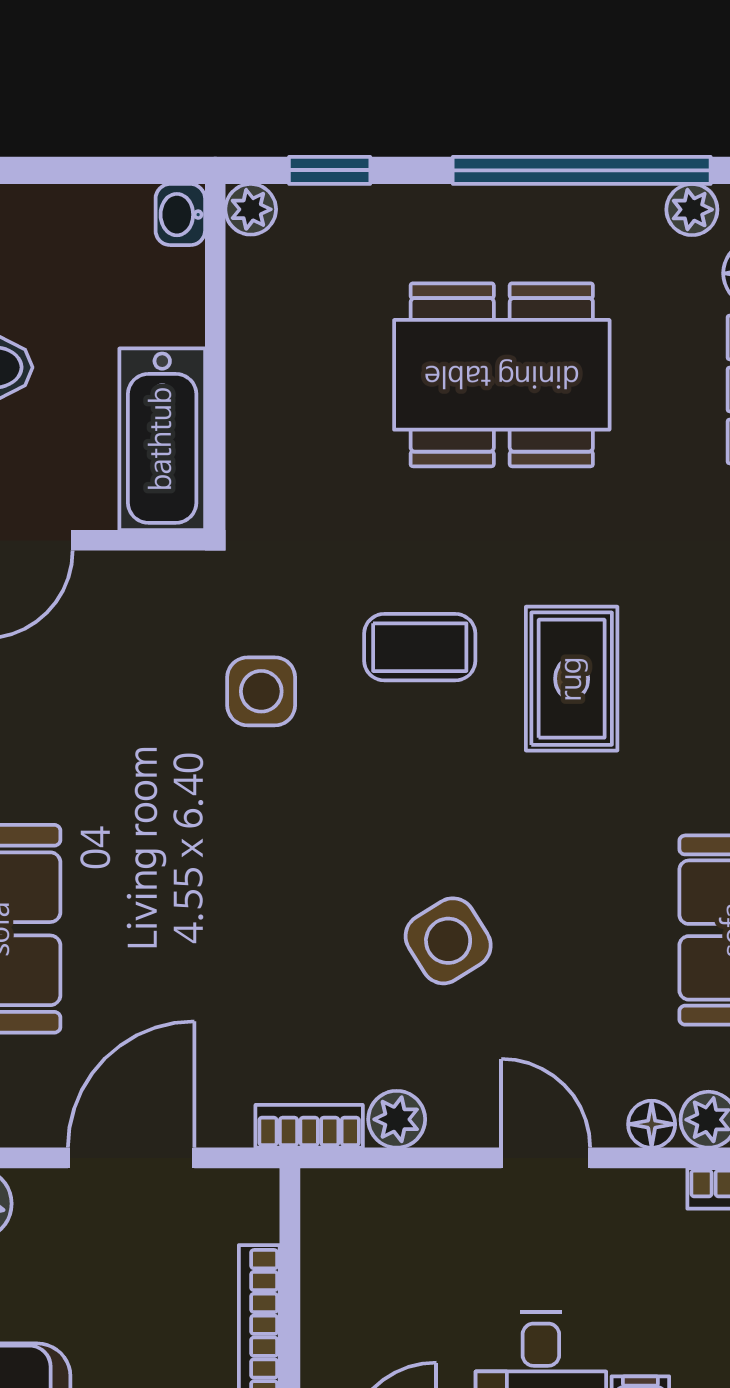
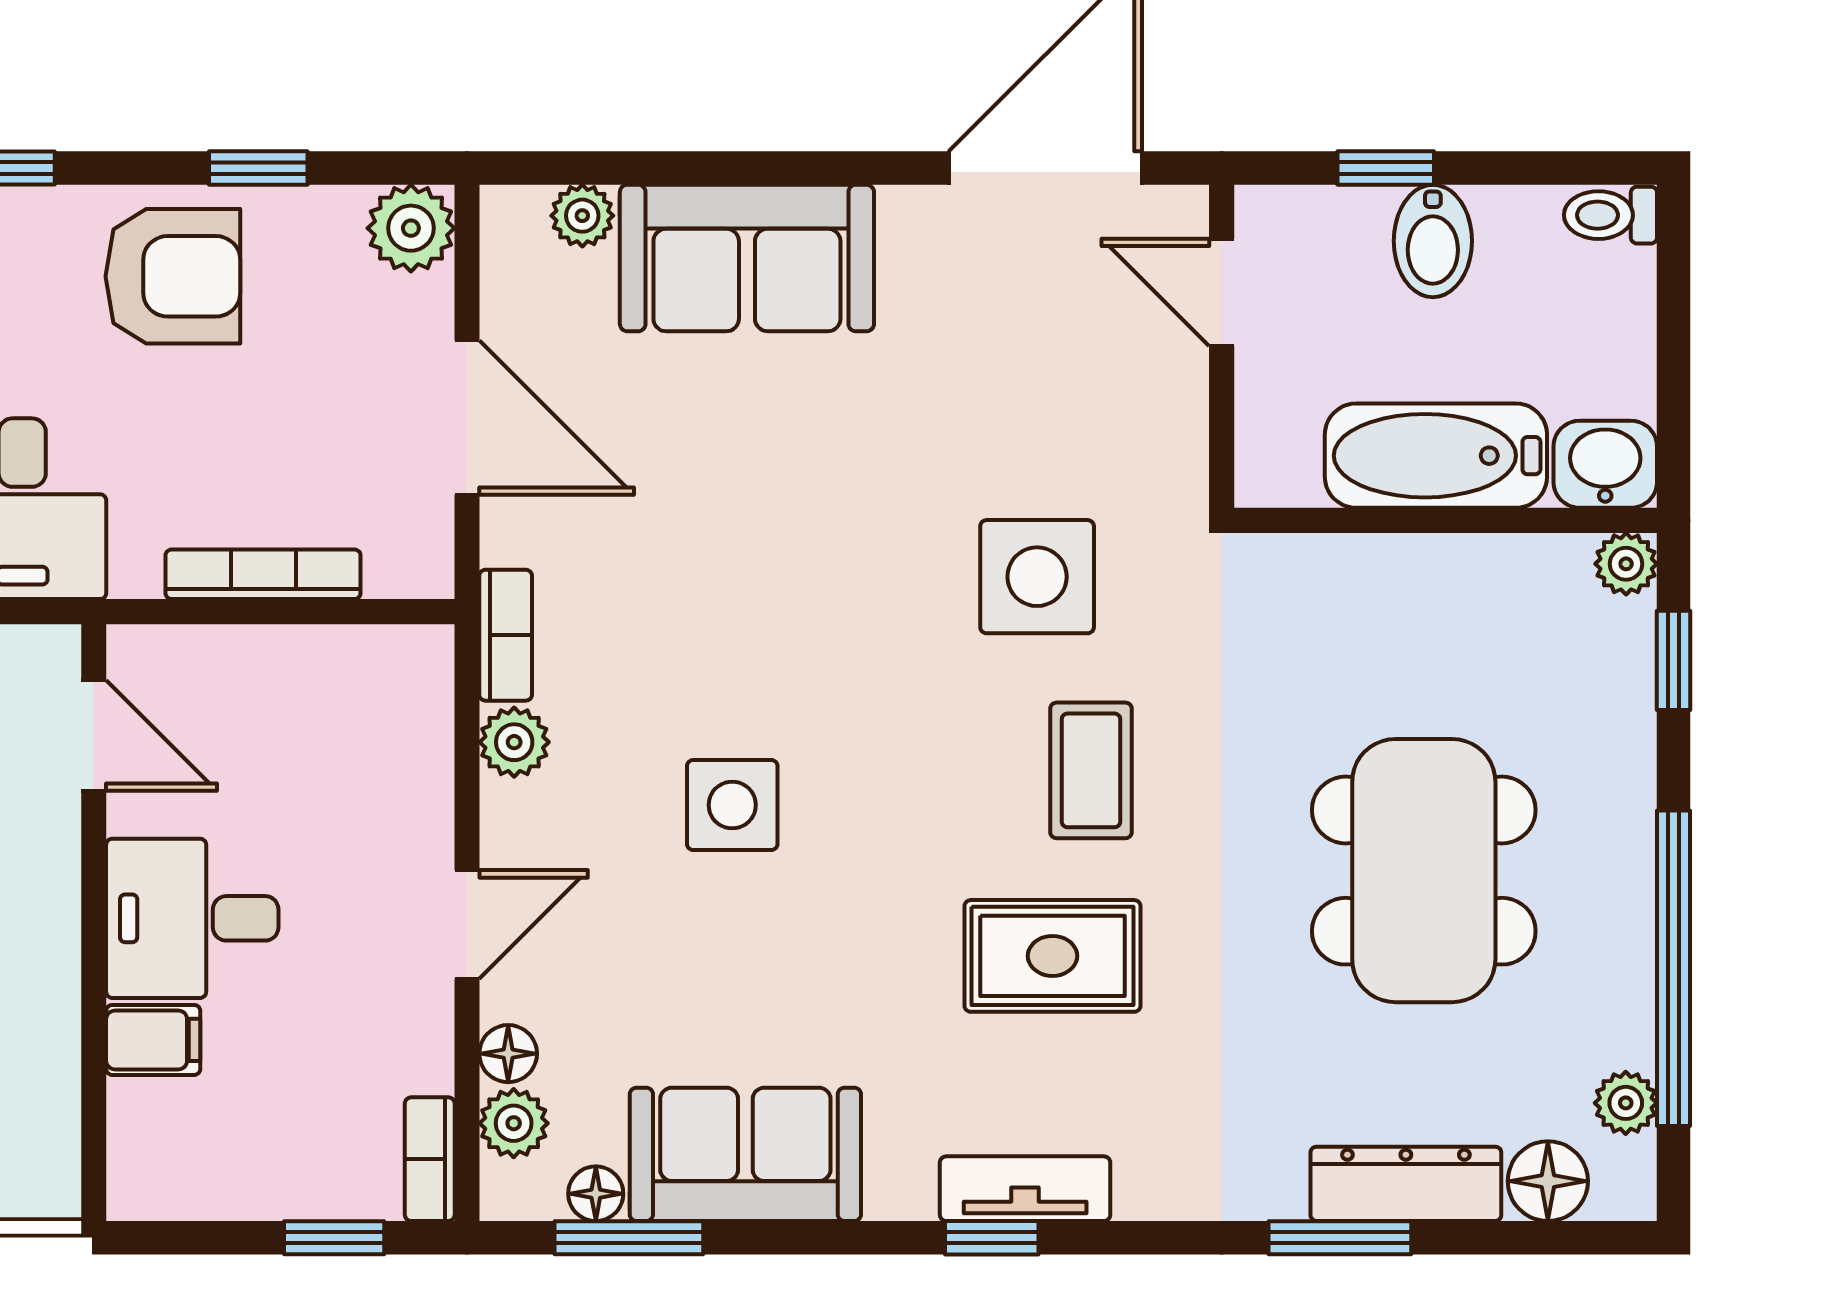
washbasin: (180, 215) -> (1605, 464), width x1.38, depth x1.45
bathtub: (162, 439) -> (1436, 456), moved
side table: (261, 691) -> (1037, 577), width x1.37, depth x1.37
side table: (448, 941) -> (732, 805), turned 32

